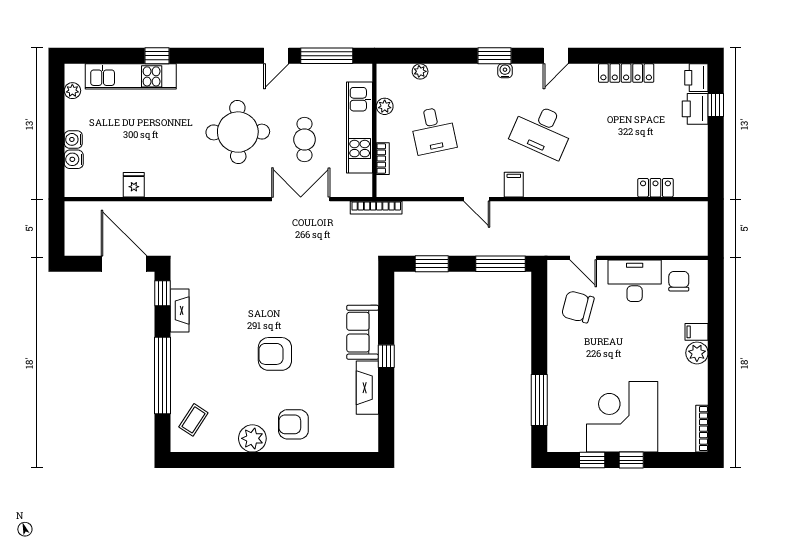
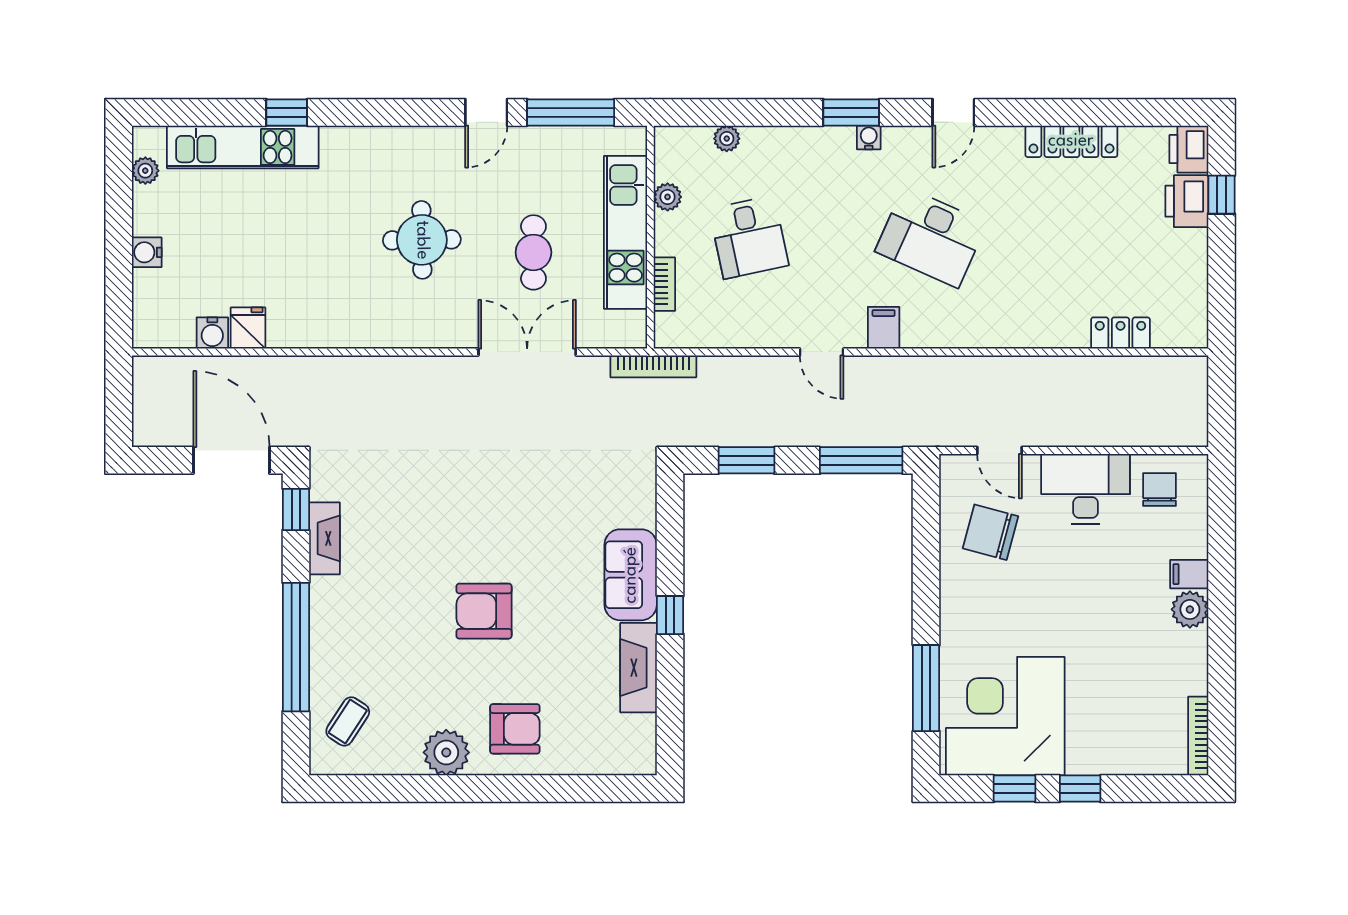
round table: (238, 132) -> (422, 240), width x0.73, depth x0.73
water cooler: (74, 159) -> (212, 333), moved, turned -90
corner desk: (622, 417) -> (1005, 716), moved
armchair: (293, 424) -> (515, 729), turned 180

